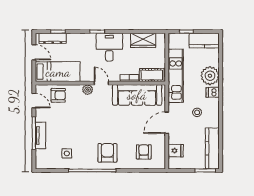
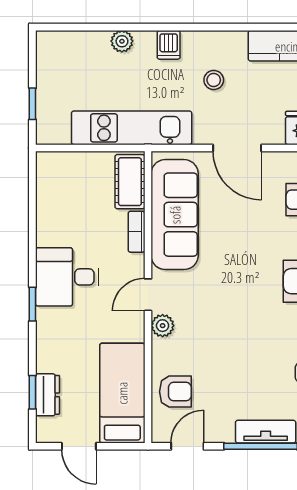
dresser: (53, 38) -> (48, 395), width x0.70
wardrobe: (143, 40) -> (52, 201), removed
kitchen counter: (204, 41) -> (52, 64), removed
door: (34, 52) -> (79, 446), swing flipped
plant: (210, 76) -> (122, 41), width x0.53, depth x0.53
armchair: (58, 95) -> (175, 392), turned 90

